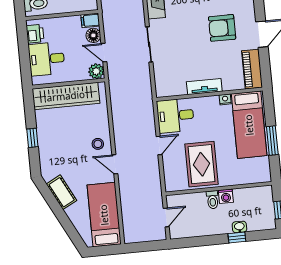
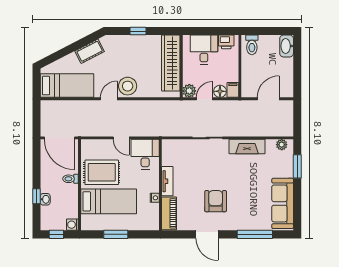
piano: (252, 69) -> (169, 213), moved, turned 90
bed: (249, 125) -> (109, 201), moved, turned 180
stool: (98, 144) -> (128, 86), width x1.89, depth x1.89
washing machine: (226, 196) -> (72, 225), moved
door: (166, 217) -> (59, 138), width x1.87

